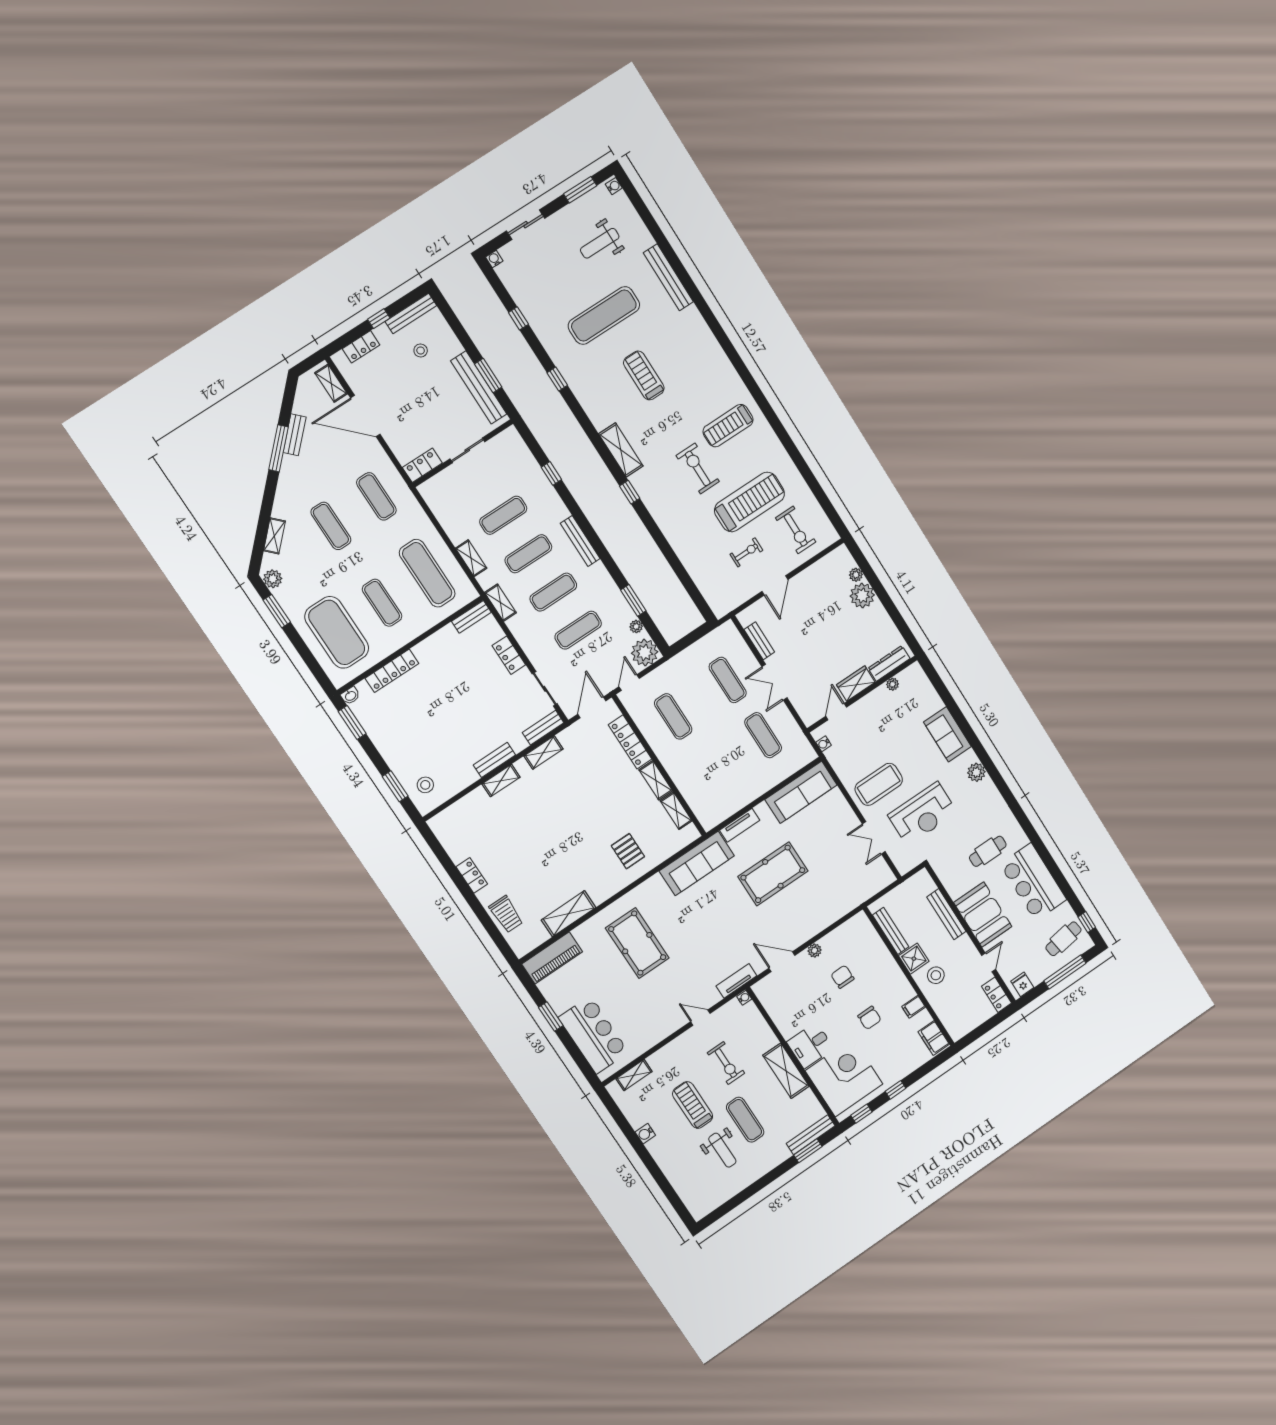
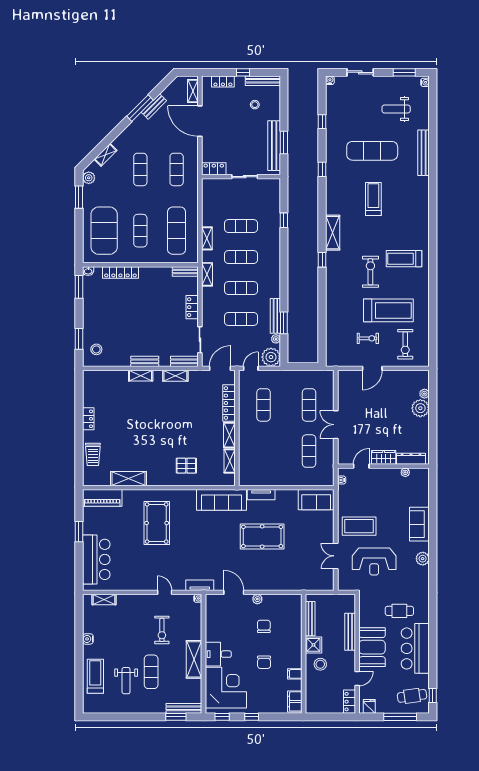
bench: (580, 541) -> (275, 316), moved
bench: (759, 641) -> (342, 394), removed
sofa: (801, 792) -> (316, 500), width x0.73
pallet: (628, 851) -> (186, 466), turned 90
treadmill: (693, 1105) -> (95, 676), moved

